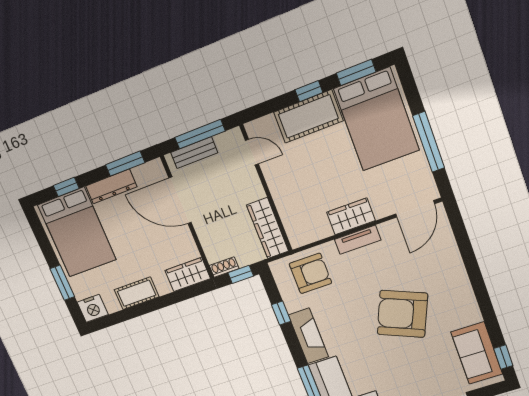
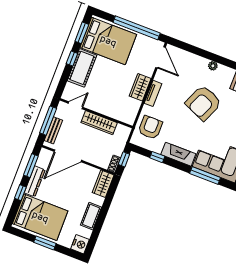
window: (429, 142) -> (137, 28), width x1.46
window: (66, 187) -> (20, 193), moved
wardrobe: (268, 228) -> (99, 123), moved
window: (62, 283) -> (45, 243), moved
plant: (463, 286) -> (213, 66), added

